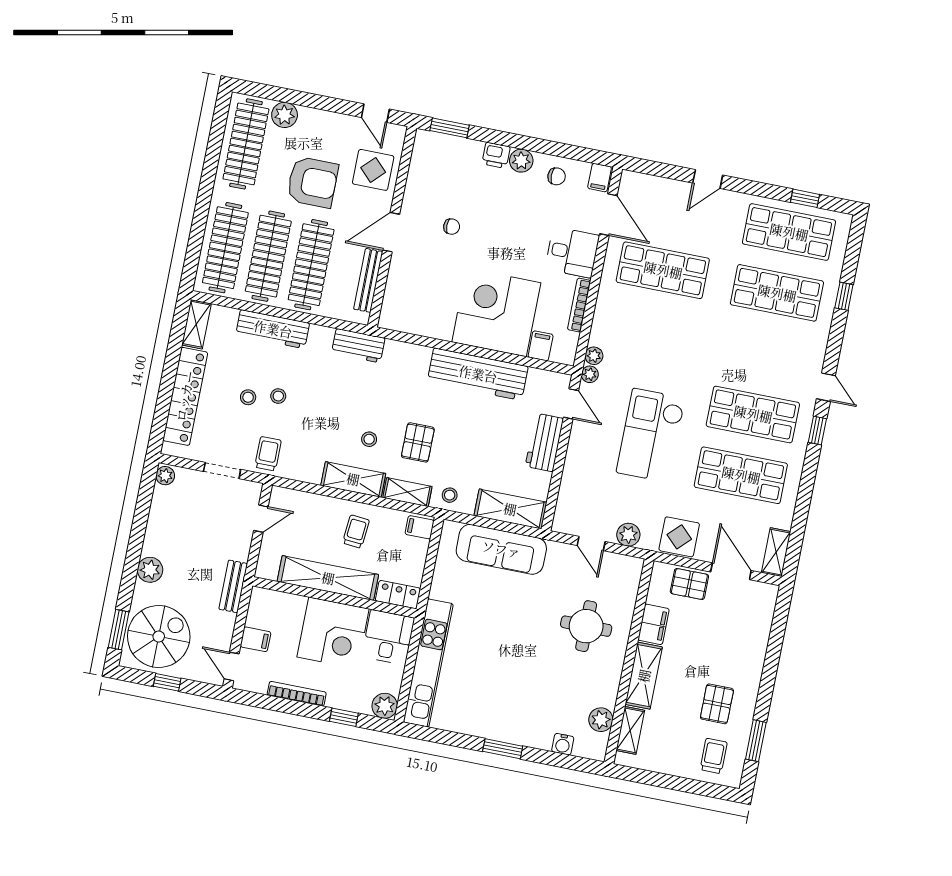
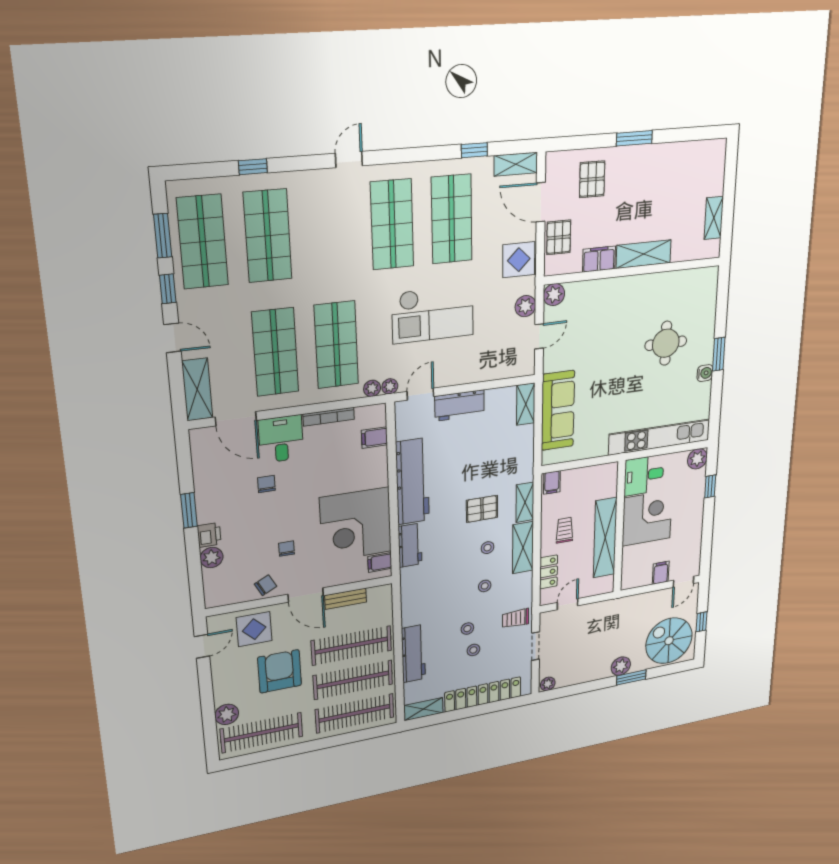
window: (450, 128) -> (189, 510), moved
plant: (521, 161) -> (212, 558), moved
chair: (557, 176) -> (266, 484), moved
filing cabinet: (600, 178) -> (380, 562), moved, turned 180
shelving: (650, 187) -> (197, 390), added
window: (755, 188) -> (168, 289), added
chair: (419, 195) -> (266, 585), added
window: (805, 198) -> (163, 236), width x1.50
door: (608, 215) -> (236, 419), swing flipped
bench: (368, 280) -> (346, 599), width x0.73
corner desk: (496, 312) -> (356, 525), moved
shop shelf: (651, 331) -> (336, 345), added
workbench: (358, 346) -> (410, 545), moved
window: (817, 431) -> (474, 150), moved
stool: (450, 495) -> (485, 586), moved
shelving: (510, 509) -> (526, 404), width x0.67, depth x0.75
door: (261, 519) -> (568, 604), hinge flipped
trolley: (356, 532) -> (565, 530), turned 85
door: (731, 571) -> (541, 202), hinge flipped
bench: (233, 586) -> (623, 604), removed
locker: (398, 595) -> (549, 572), moved, turned 180
round table: (586, 626) -> (666, 343), moved
window: (119, 630) -> (631, 677), moved
bookcase: (297, 694) -> (697, 528), removed
pallet: (717, 704) -> (592, 179), moved, turned 90
plant: (601, 720) -> (554, 295), moved
shelving: (630, 730) -> (714, 218), moved, turned 90
window: (756, 741) -> (634, 138), moved
water cooler: (563, 744) -> (705, 373), moved
trolley: (714, 756) -> (702, 170), removed

